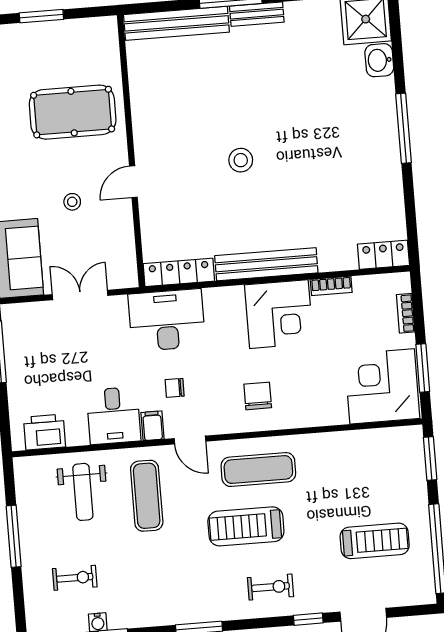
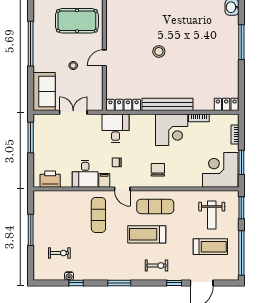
desk: (167, 320) -> (116, 128), width x0.73
weight bench: (83, 492) -> (212, 215), moved

